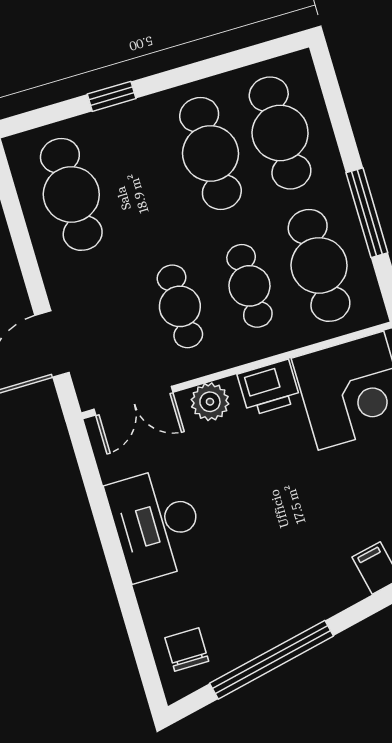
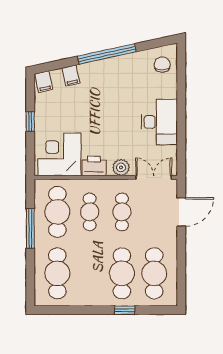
cafe table: (210, 153) -> (122, 273), moved
chair: (187, 649) -> (162, 65), turned 180
window: (272, 660) -> (107, 54), moved

